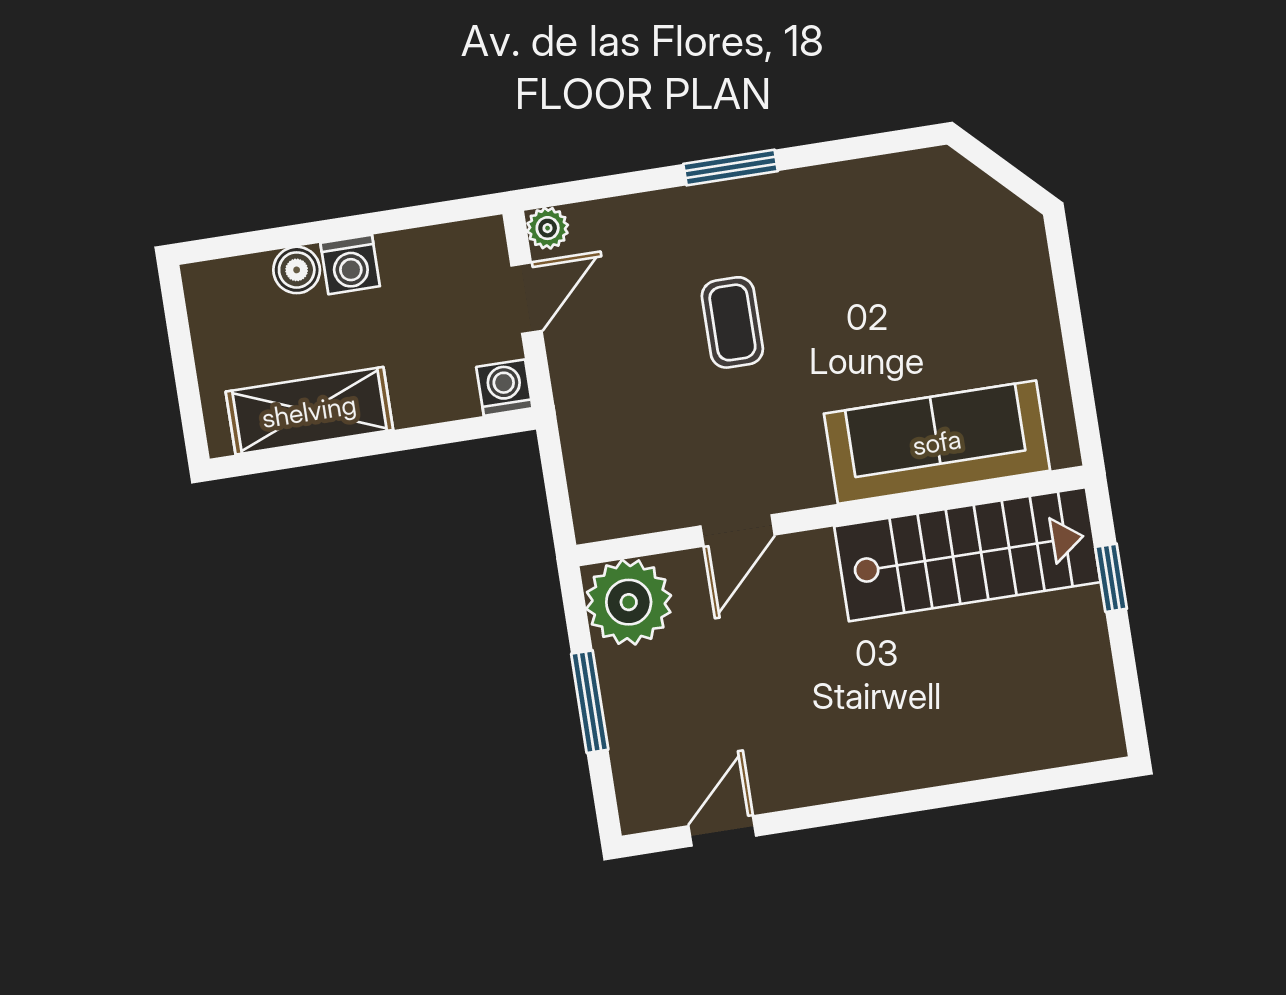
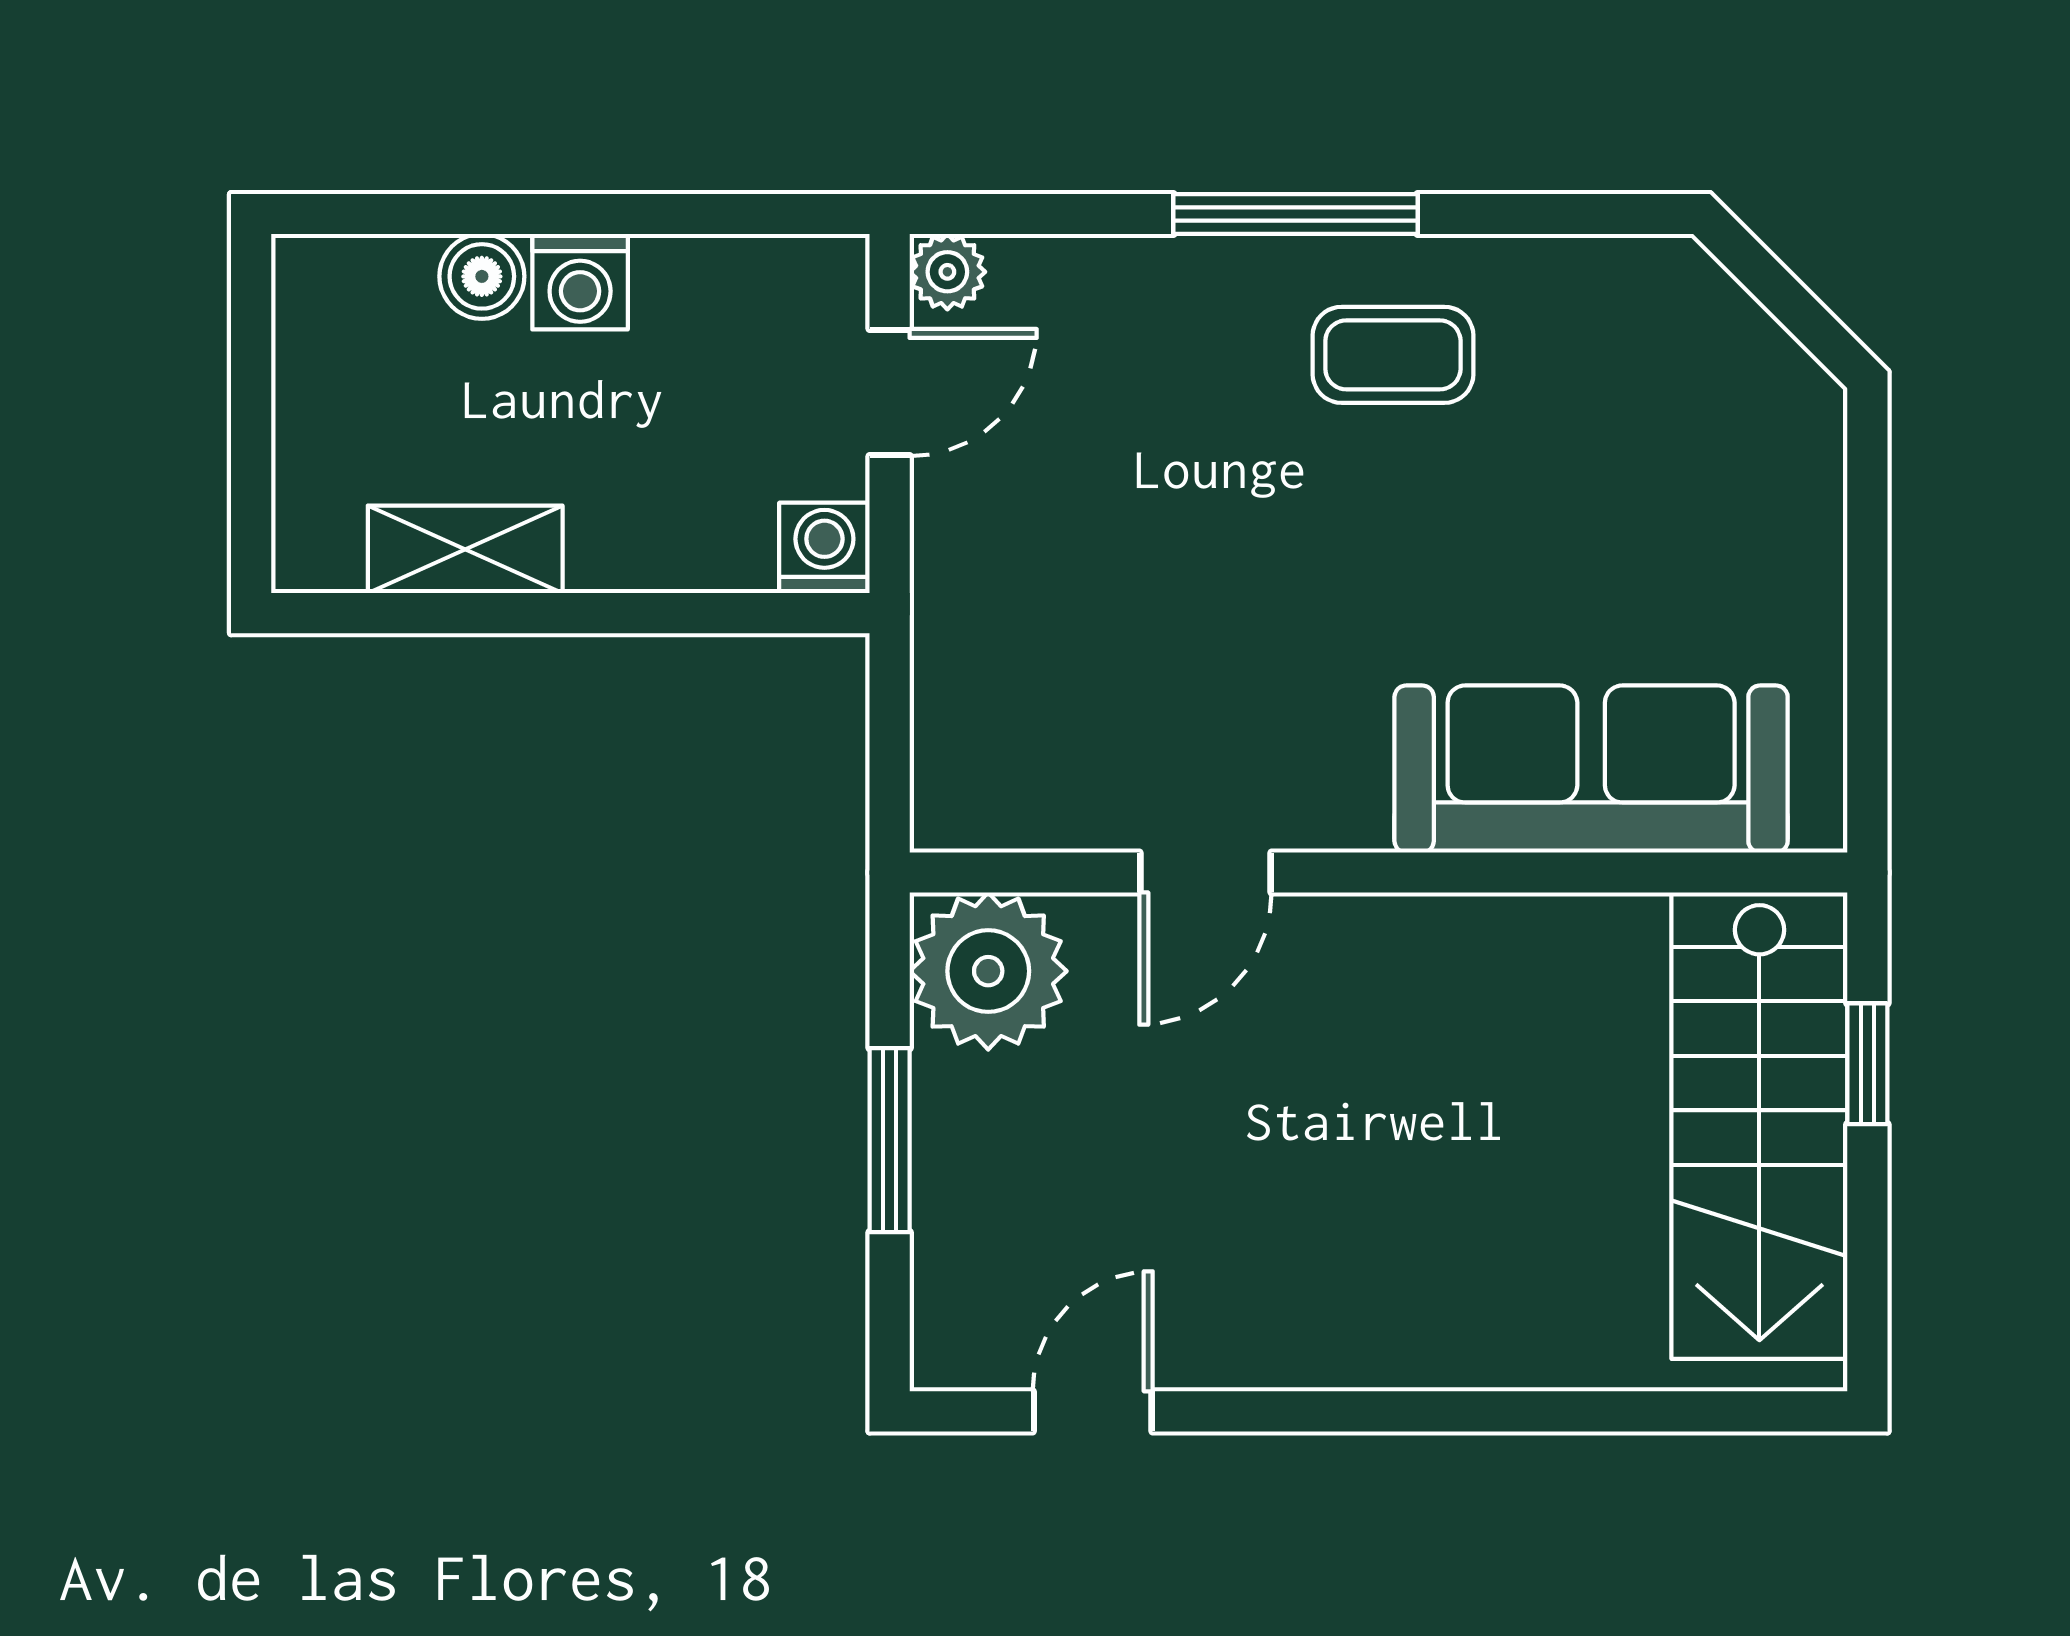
window: (731, 167) -> (1296, 214), width x1.44
coffee table: (732, 322) -> (1393, 355), moved, turned 90
shelving: (309, 411) -> (465, 549), width x0.67, depth x0.75
stairs: (967, 554) -> (1759, 1126), moved, turned 90

